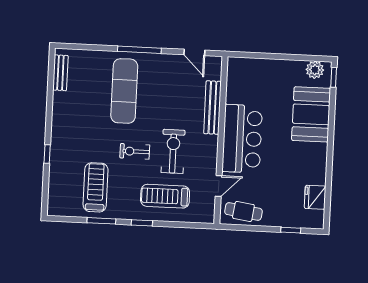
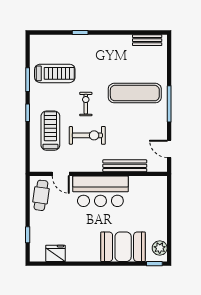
door: (194, 52) -> (169, 149), hinge flipped

